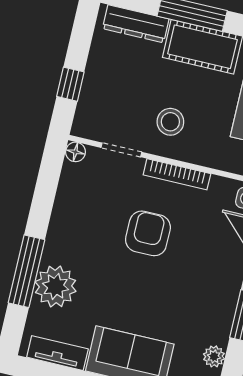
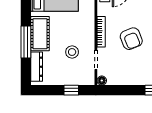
stool: (170, 122) -> (72, 52), moved
armchair: (148, 233) -> (131, 39), turned -112

